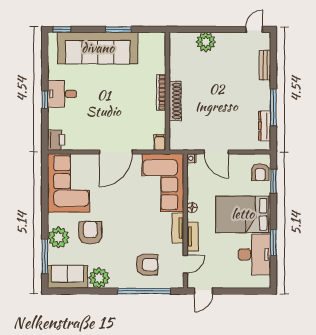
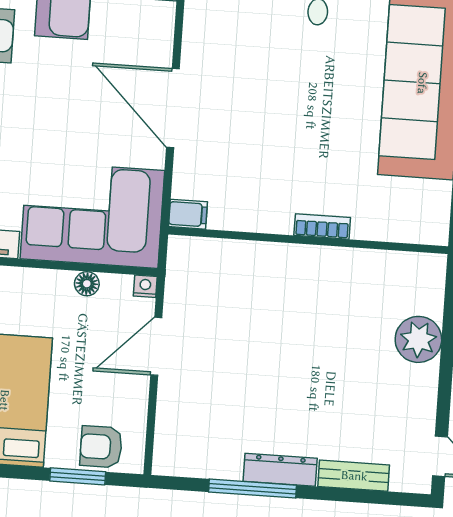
bookcase: (161, 92) -> (322, 226), width x0.64
shoe rack: (175, 101) -> (284, 257), removed
dresser: (265, 126) -> (280, 470), moved
floor lamp: (192, 208) -> (87, 284), moved

